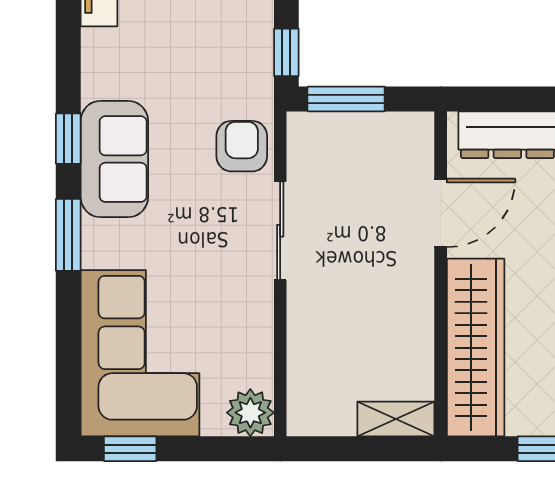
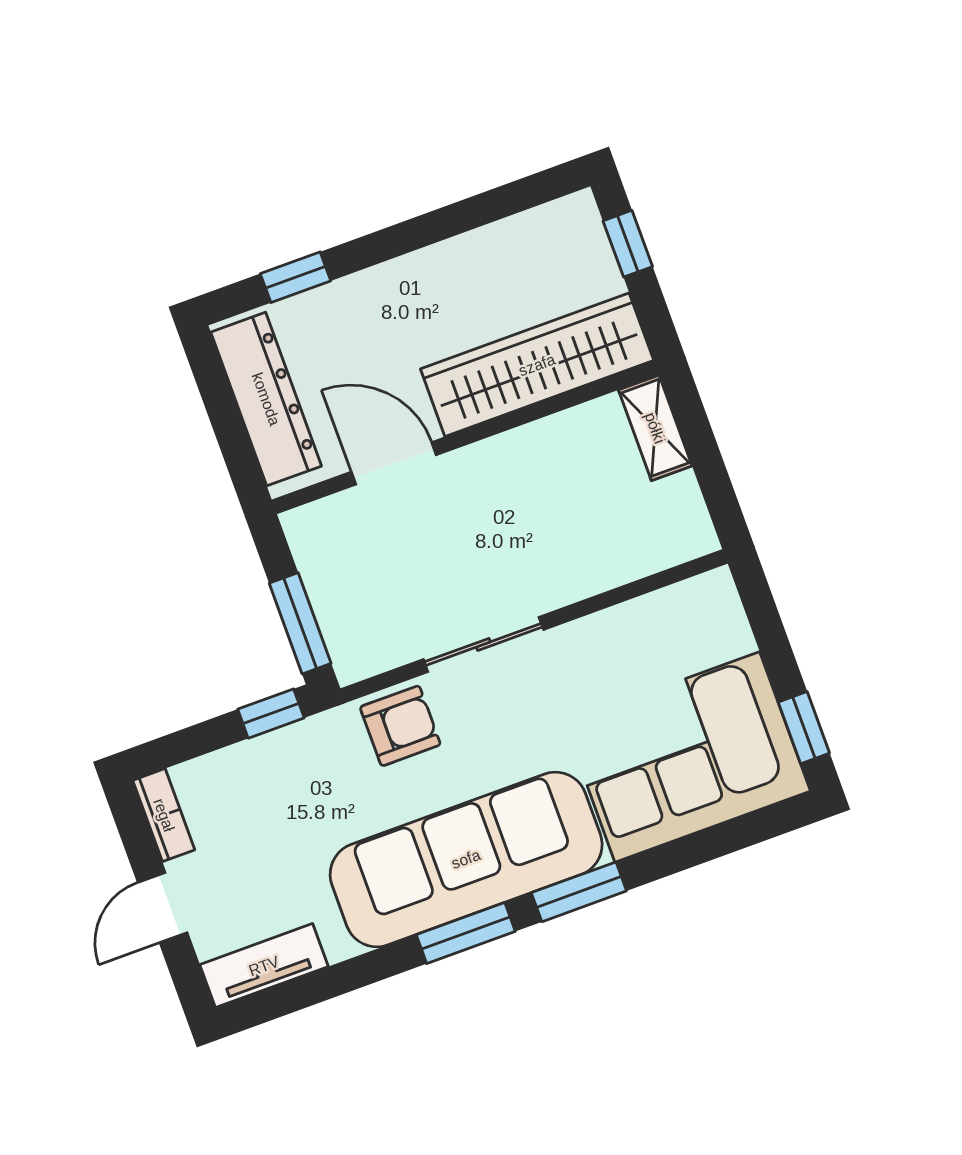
window: (68, 139) -> (466, 933), width x1.50
armchair: (242, 146) -> (400, 726), turned 180
sofa: (114, 159) -> (466, 859), width x1.85, depth x1.27
plant: (250, 413) -> (710, 602), removed

